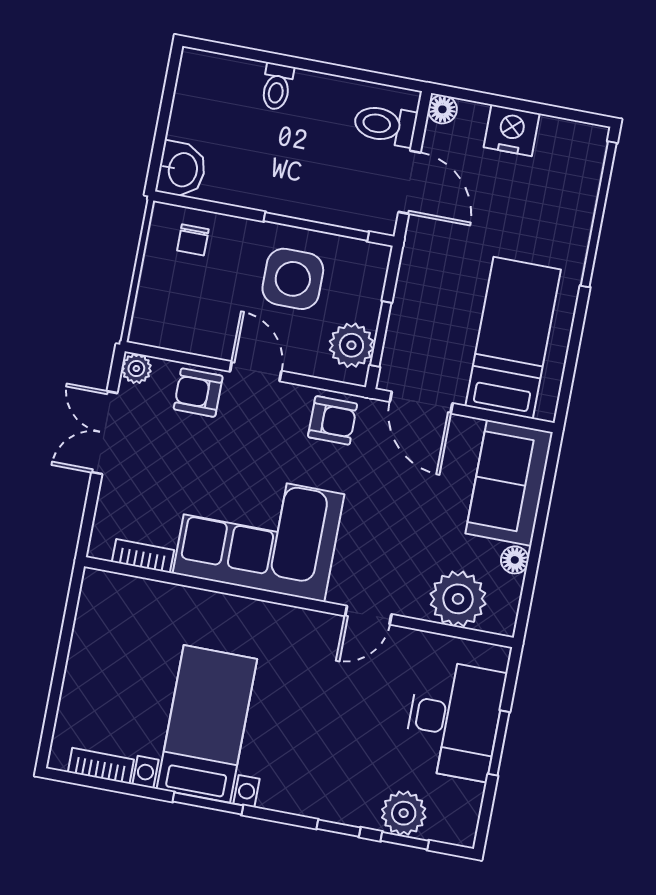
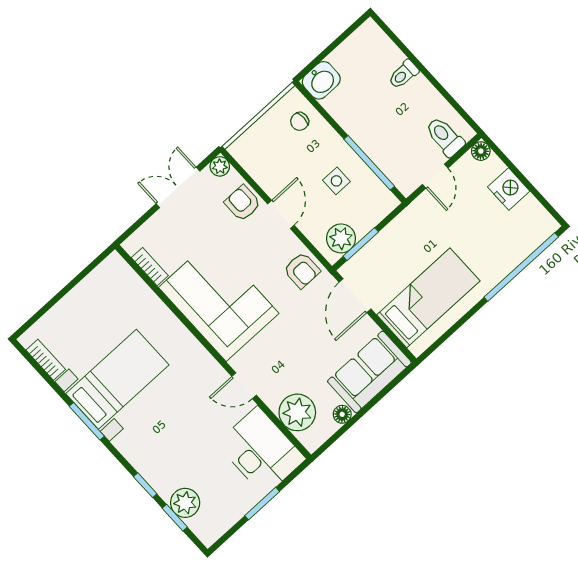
door: (410, 182) -> (435, 176), width x0.73
side table: (293, 279) -> (336, 181), width x0.54, depth x0.54
desk: (454, 720) -> (261, 451), moved, turned -90

